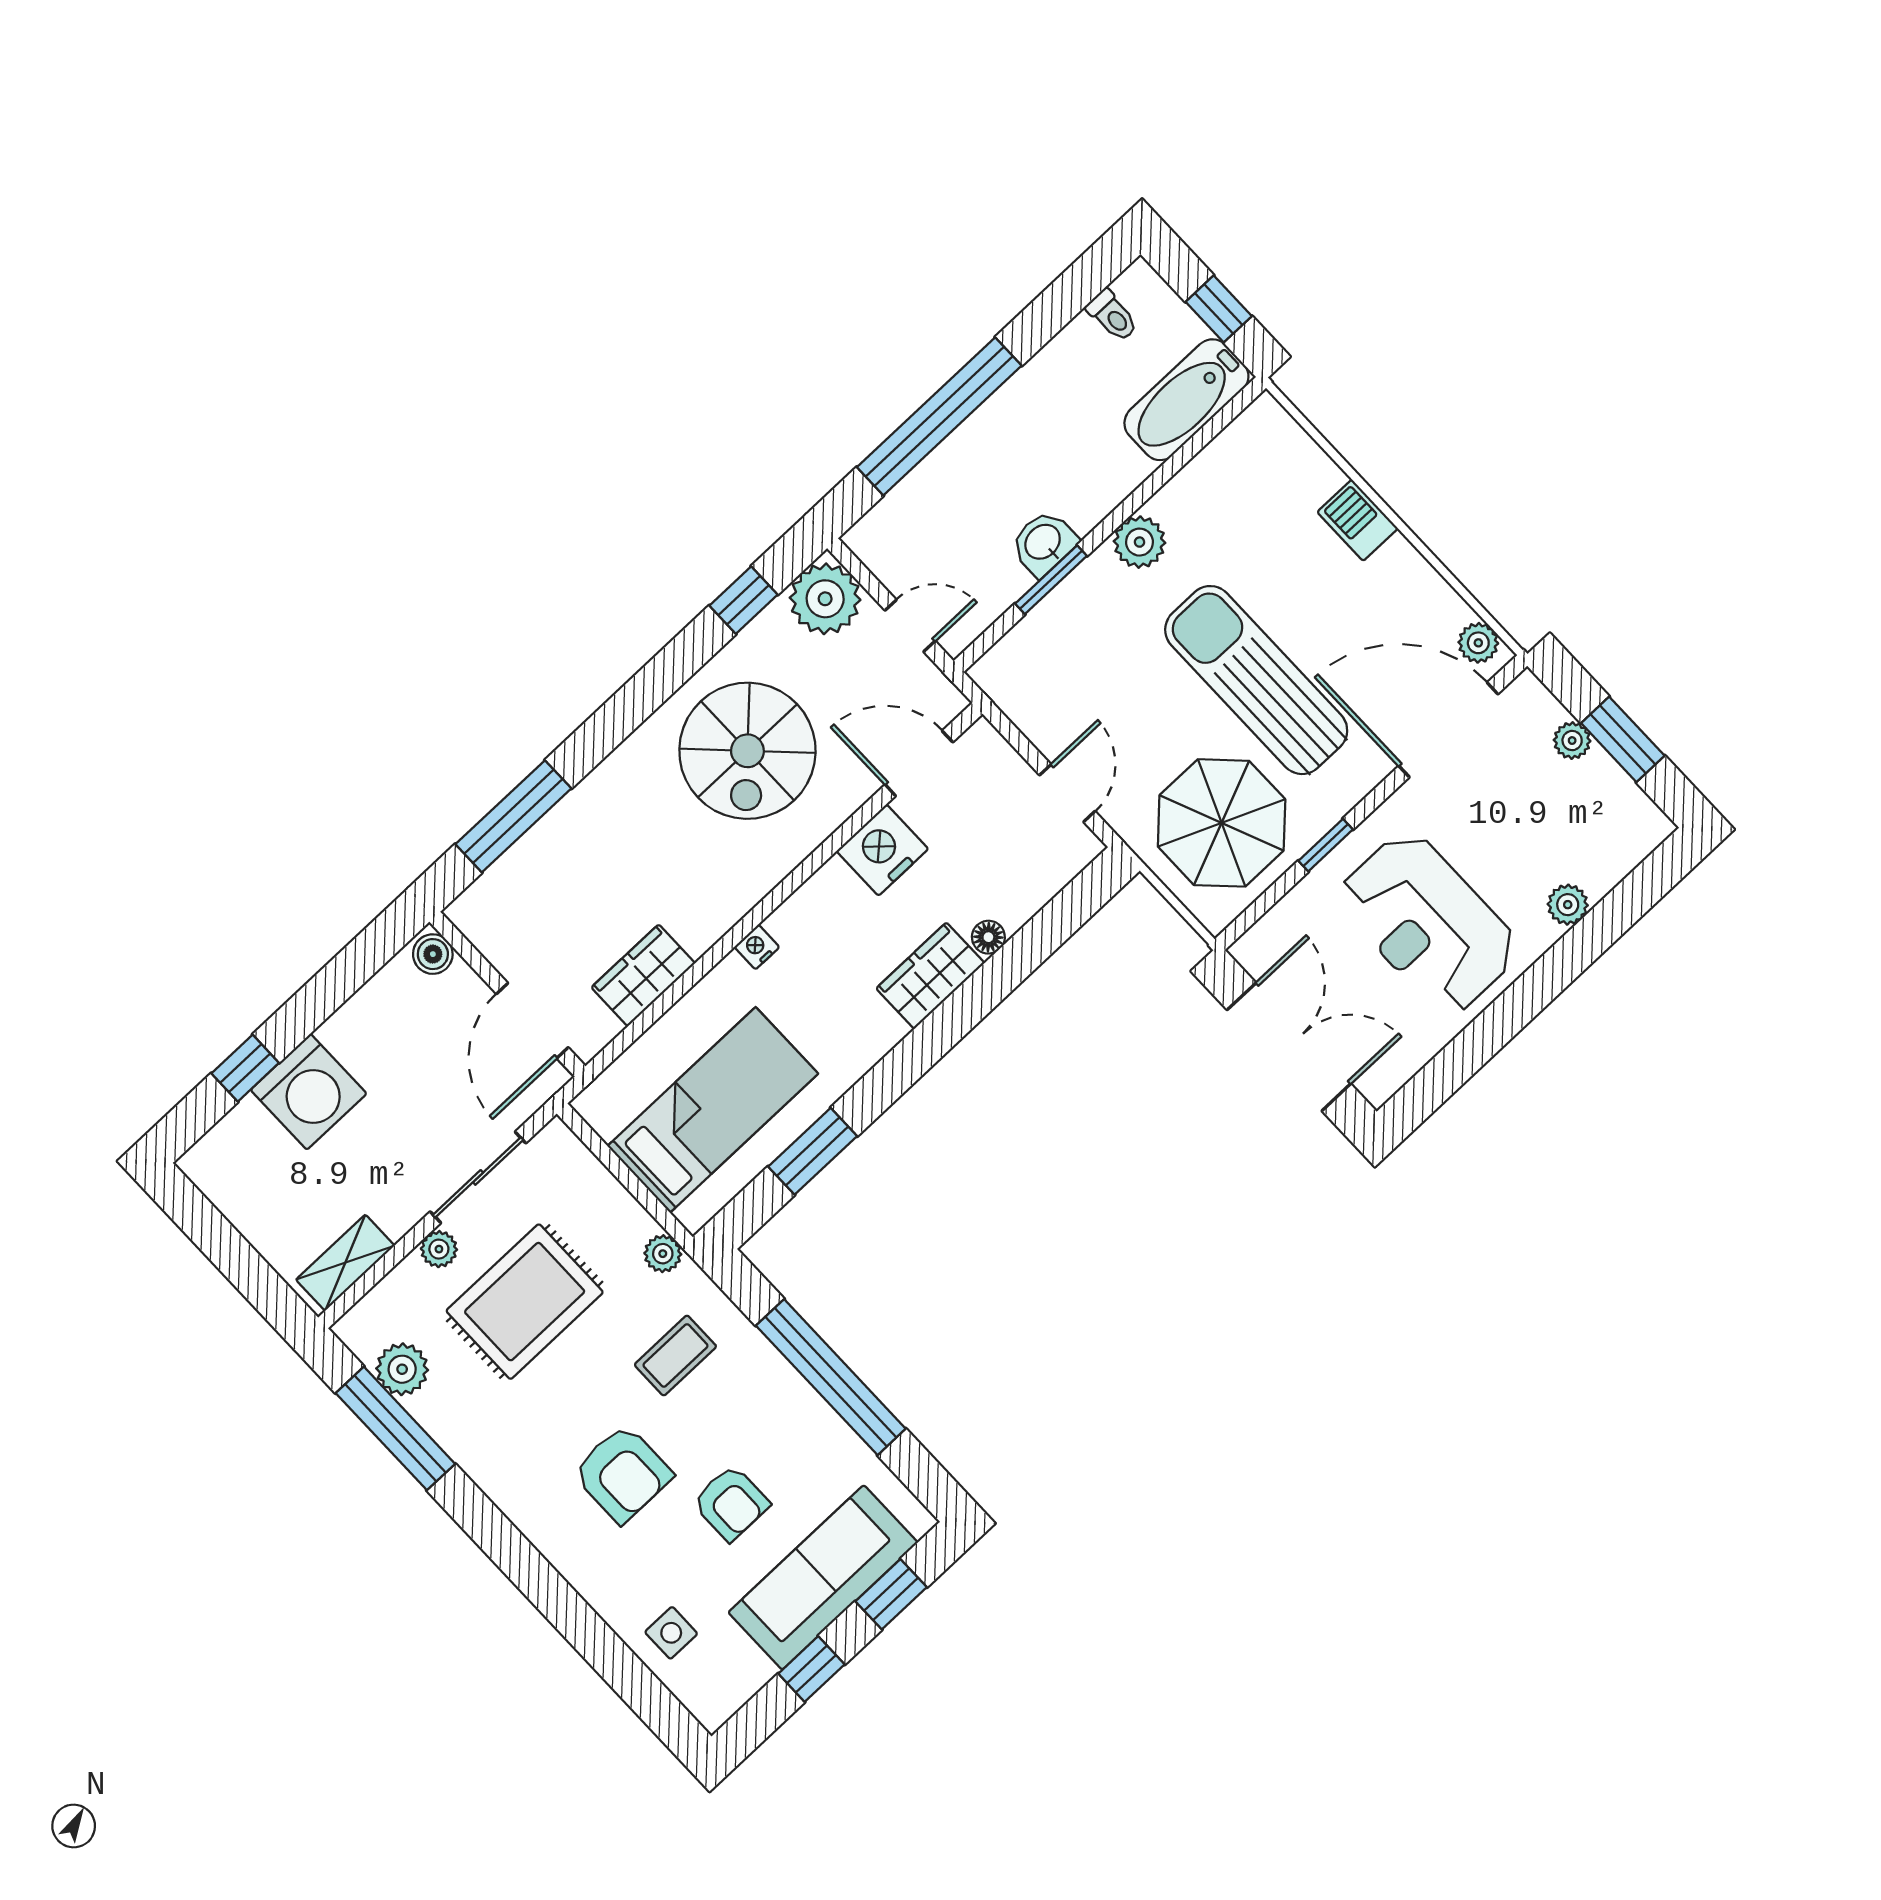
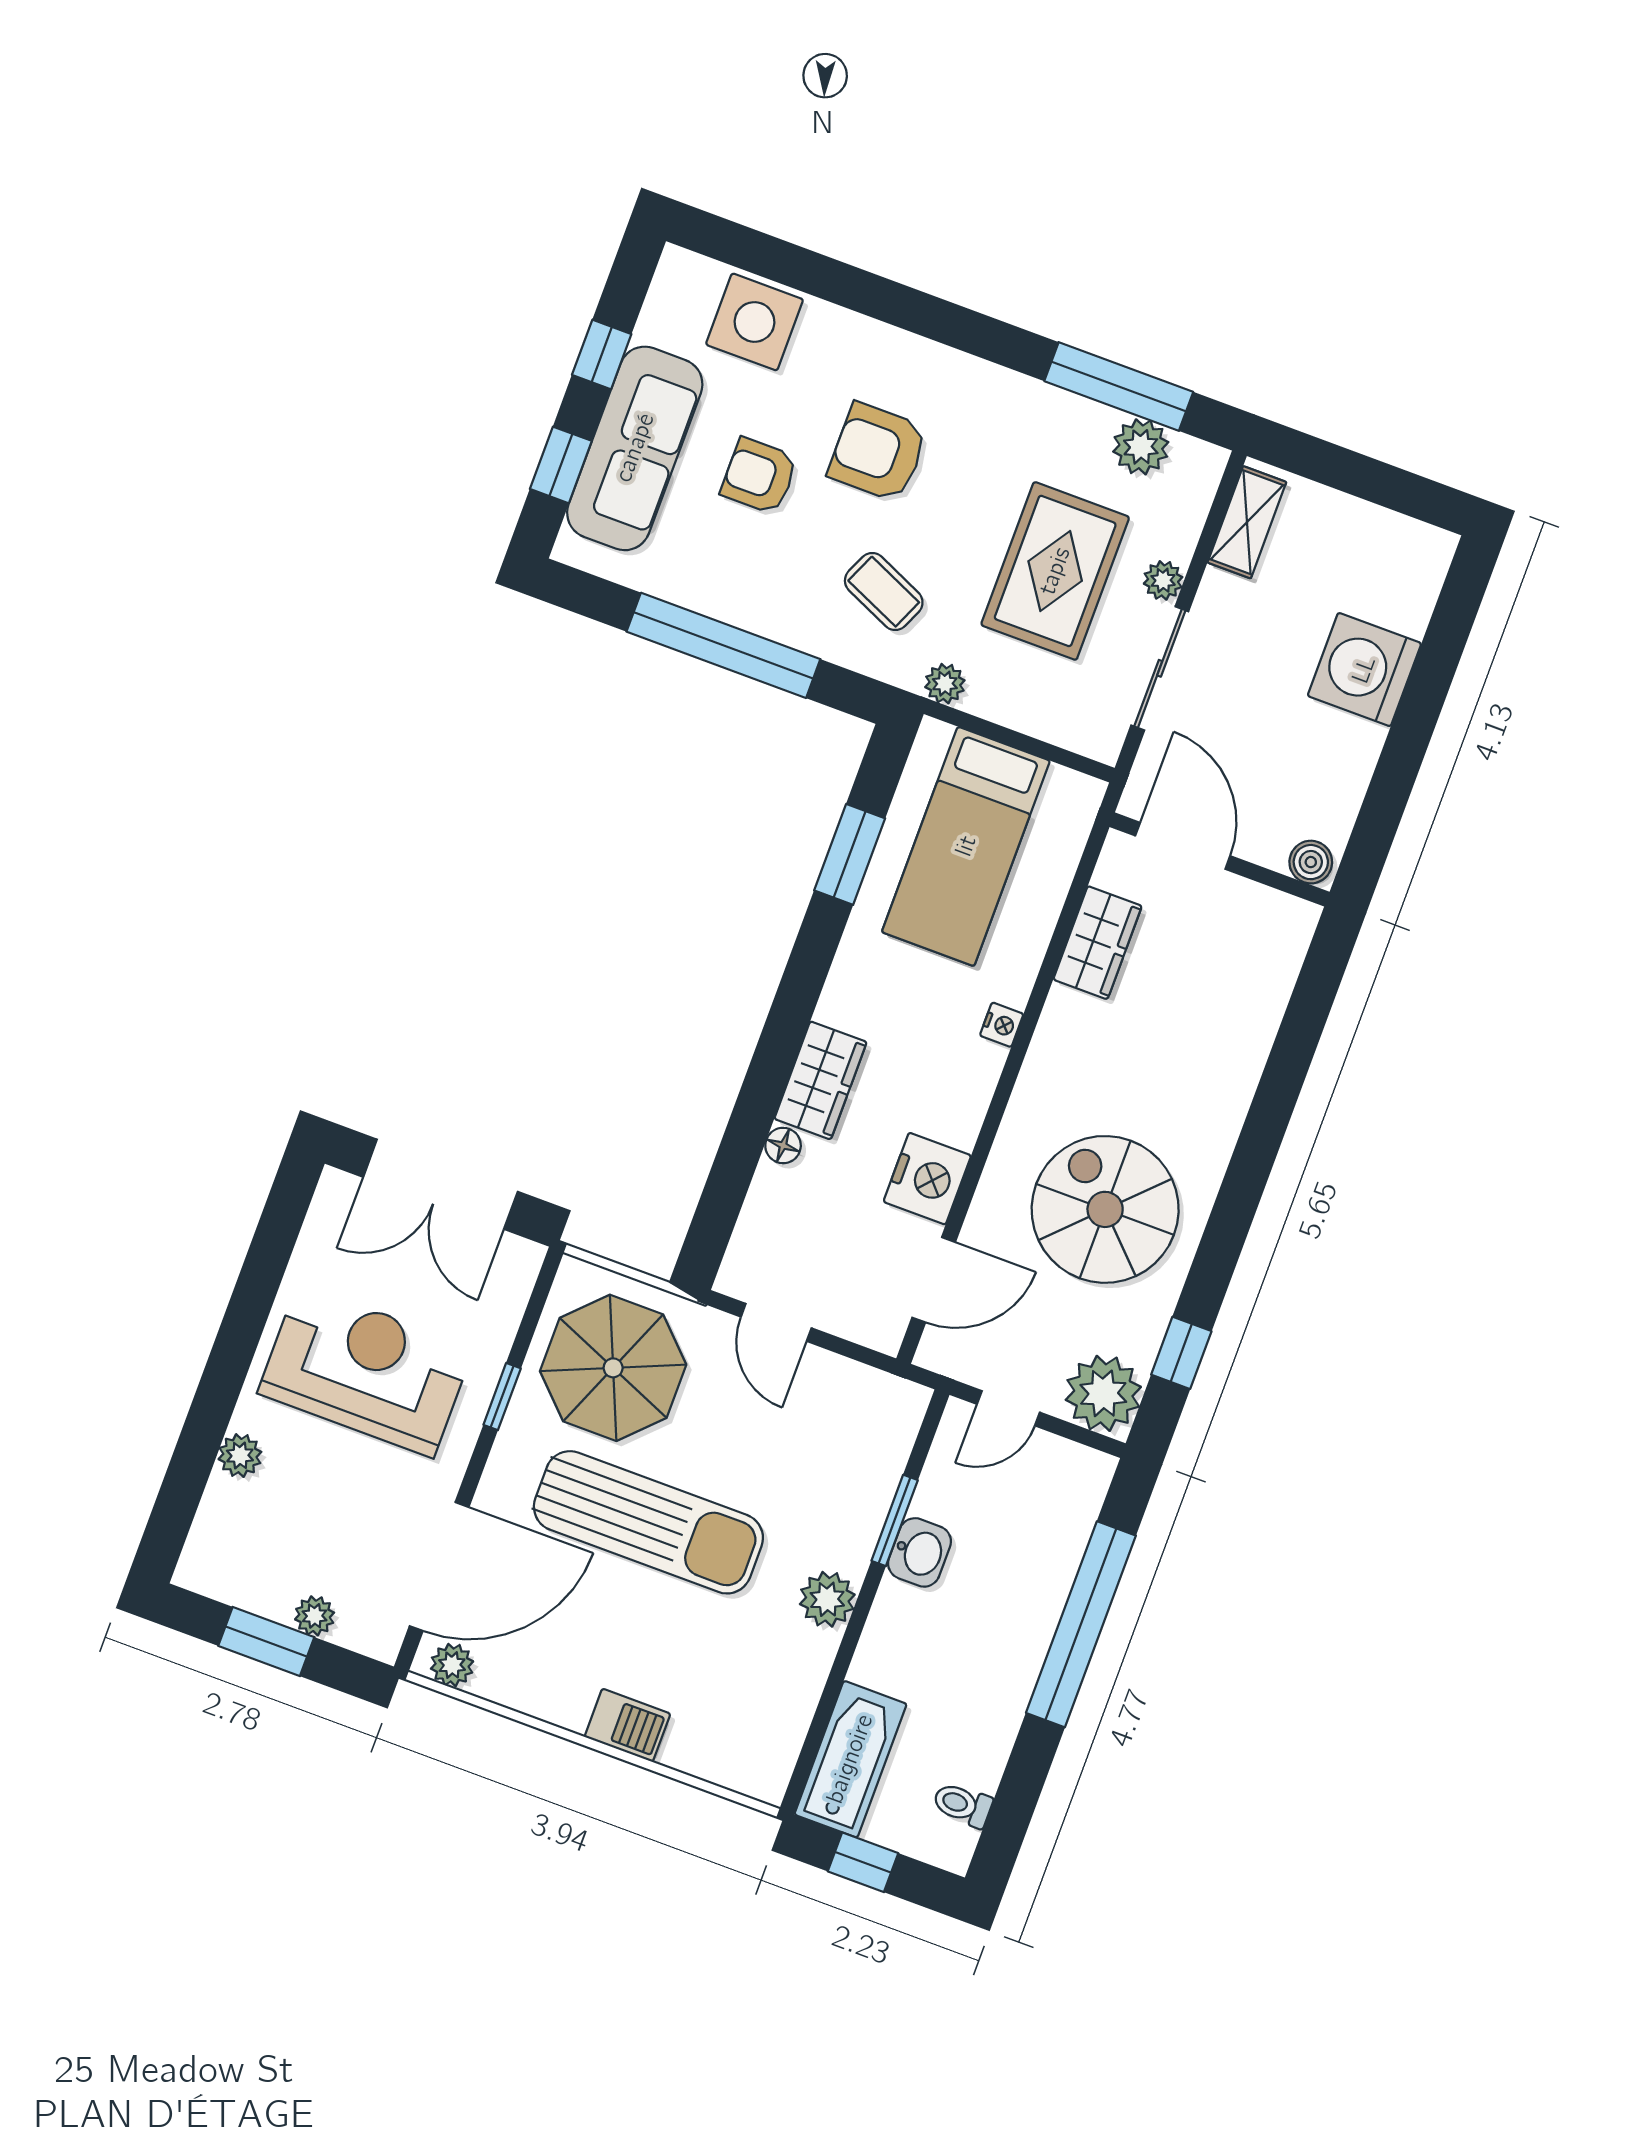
window: (513, 816) -> (1299, 1034), removed
window: (245, 1068) -> (1437, 662), removed
coffee table: (675, 1356) -> (884, 592), turned -66
side table: (671, 1633) -> (754, 322), width x1.87, depth x1.87

